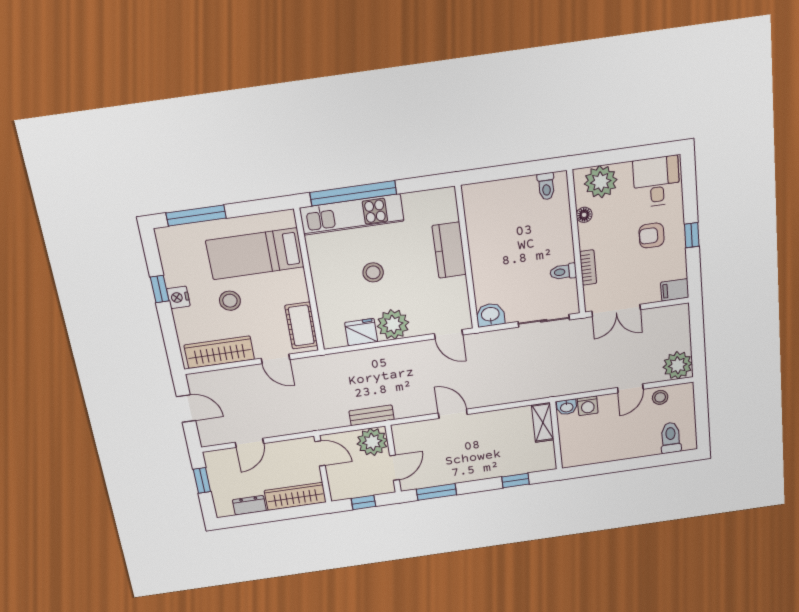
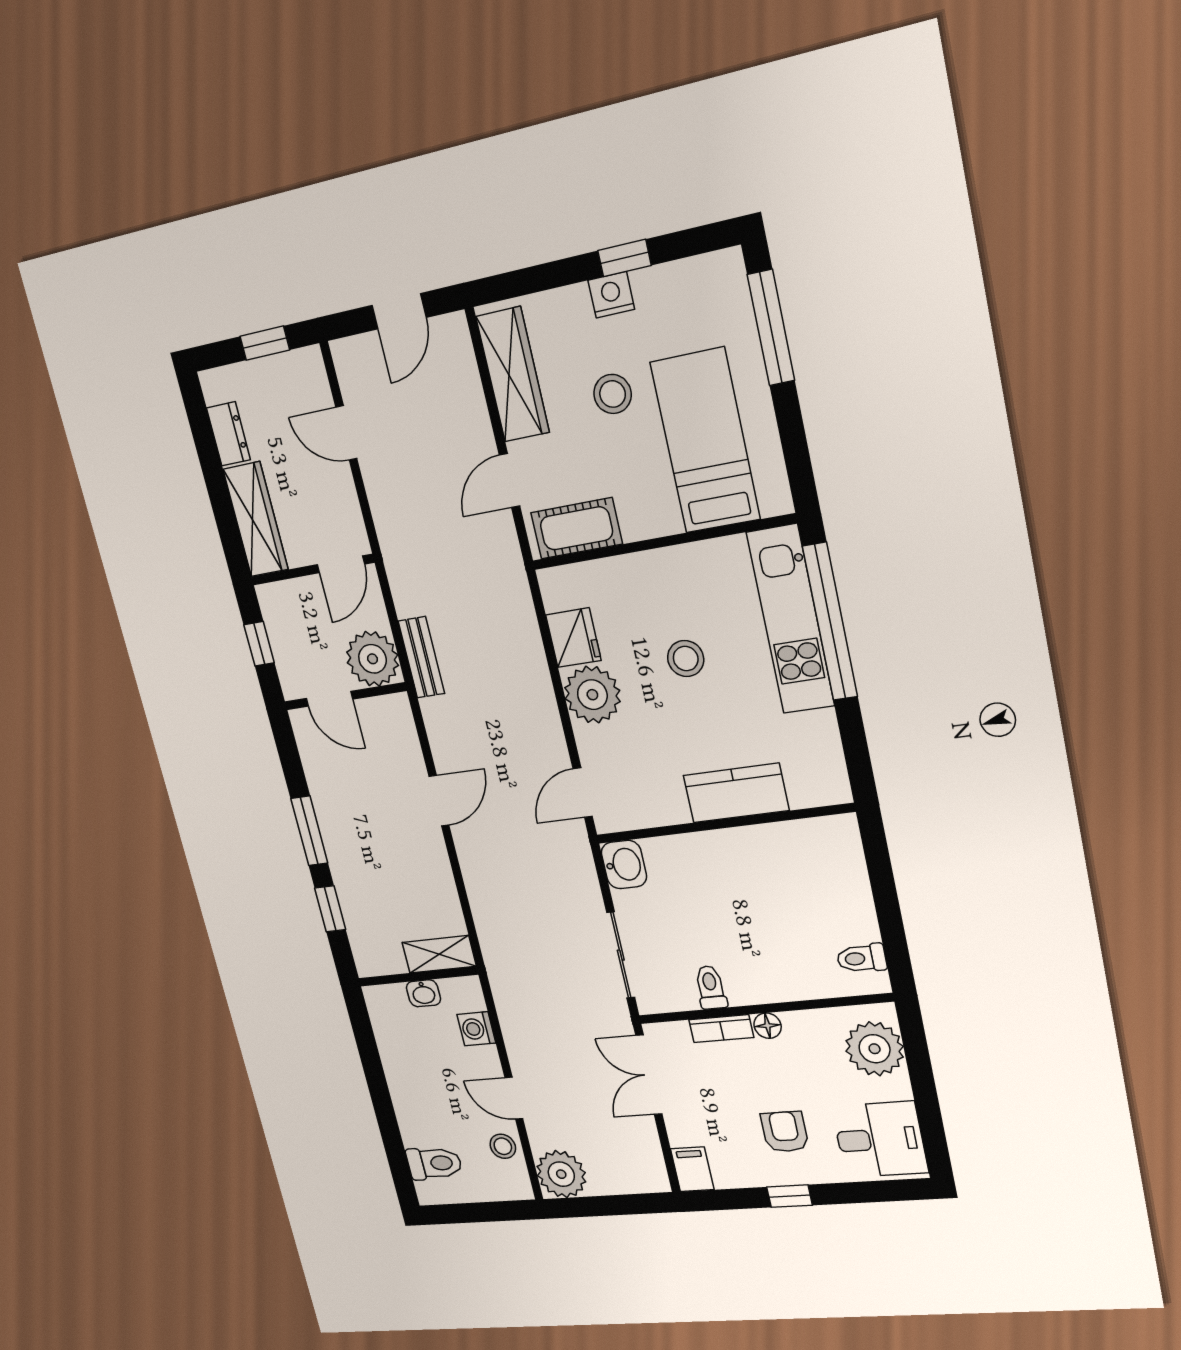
floor lamp: (584, 215) -> (768, 1026), moved
washbasin: (567, 407) -> (423, 993), moved, turned -90
window: (436, 492) -> (309, 831), moved

